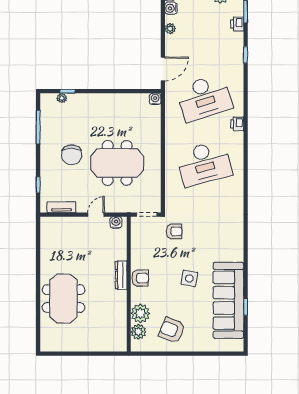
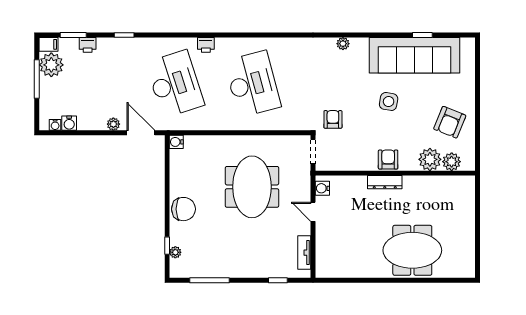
plant: (170, 29) -> (113, 124), moved
chair: (72, 155) -> (184, 209), moved
plant: (238, 240) -> (343, 44), added

